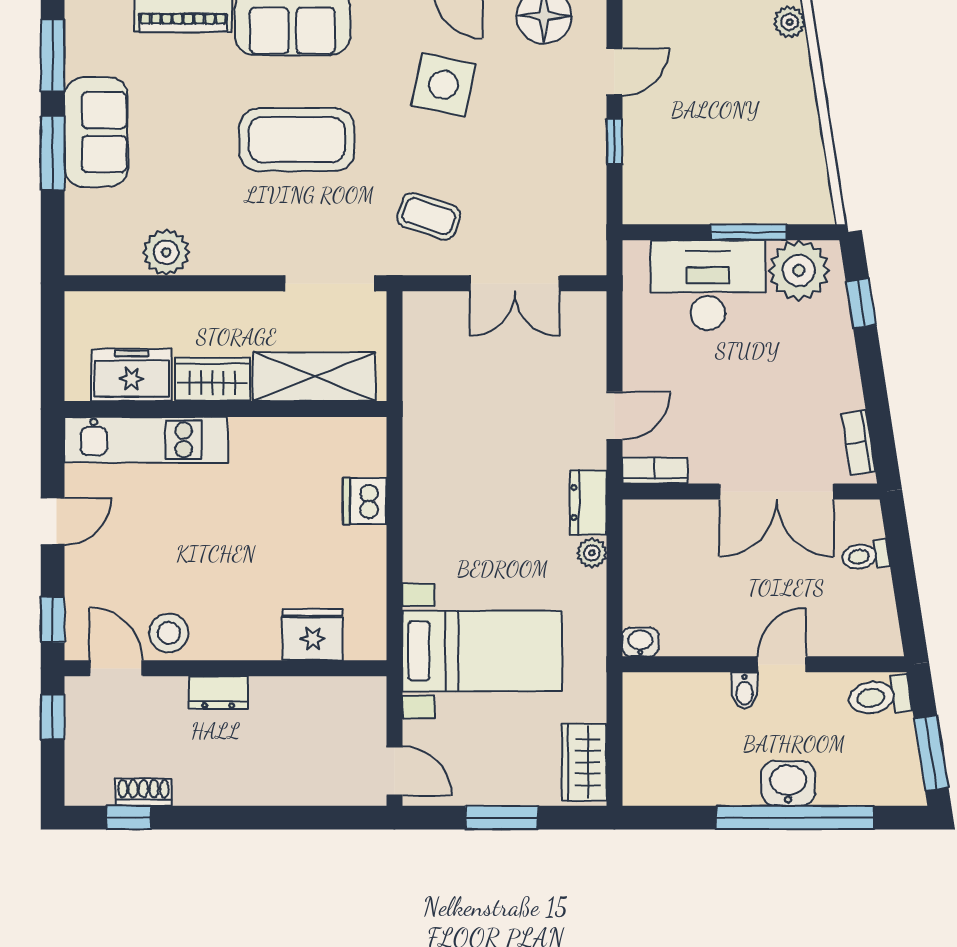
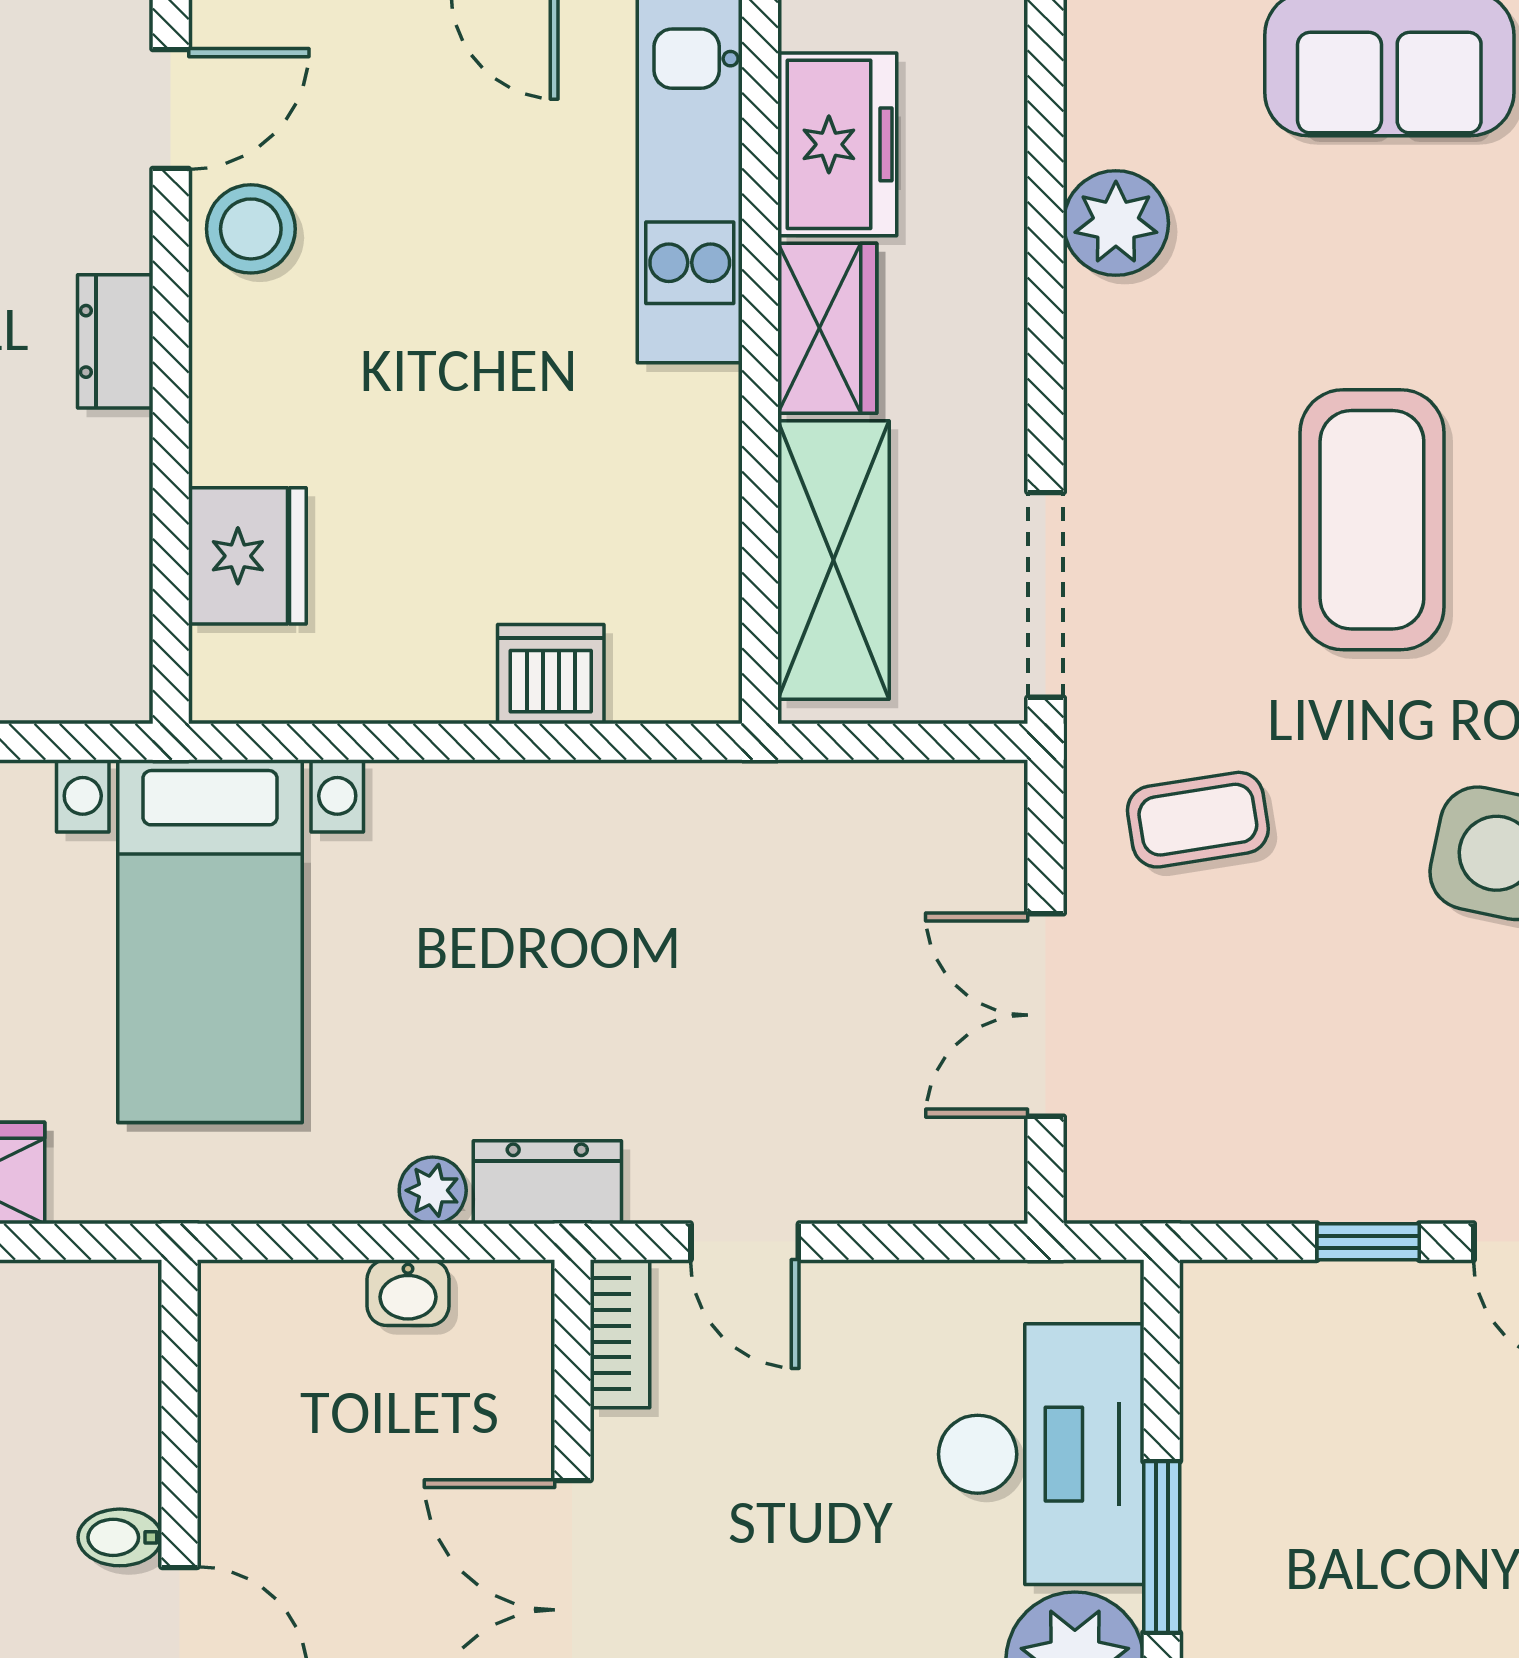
coffee table: (429, 216) -> (1198, 820), turned 63
washbasin: (640, 642) -> (408, 1293), moved, turned 90

